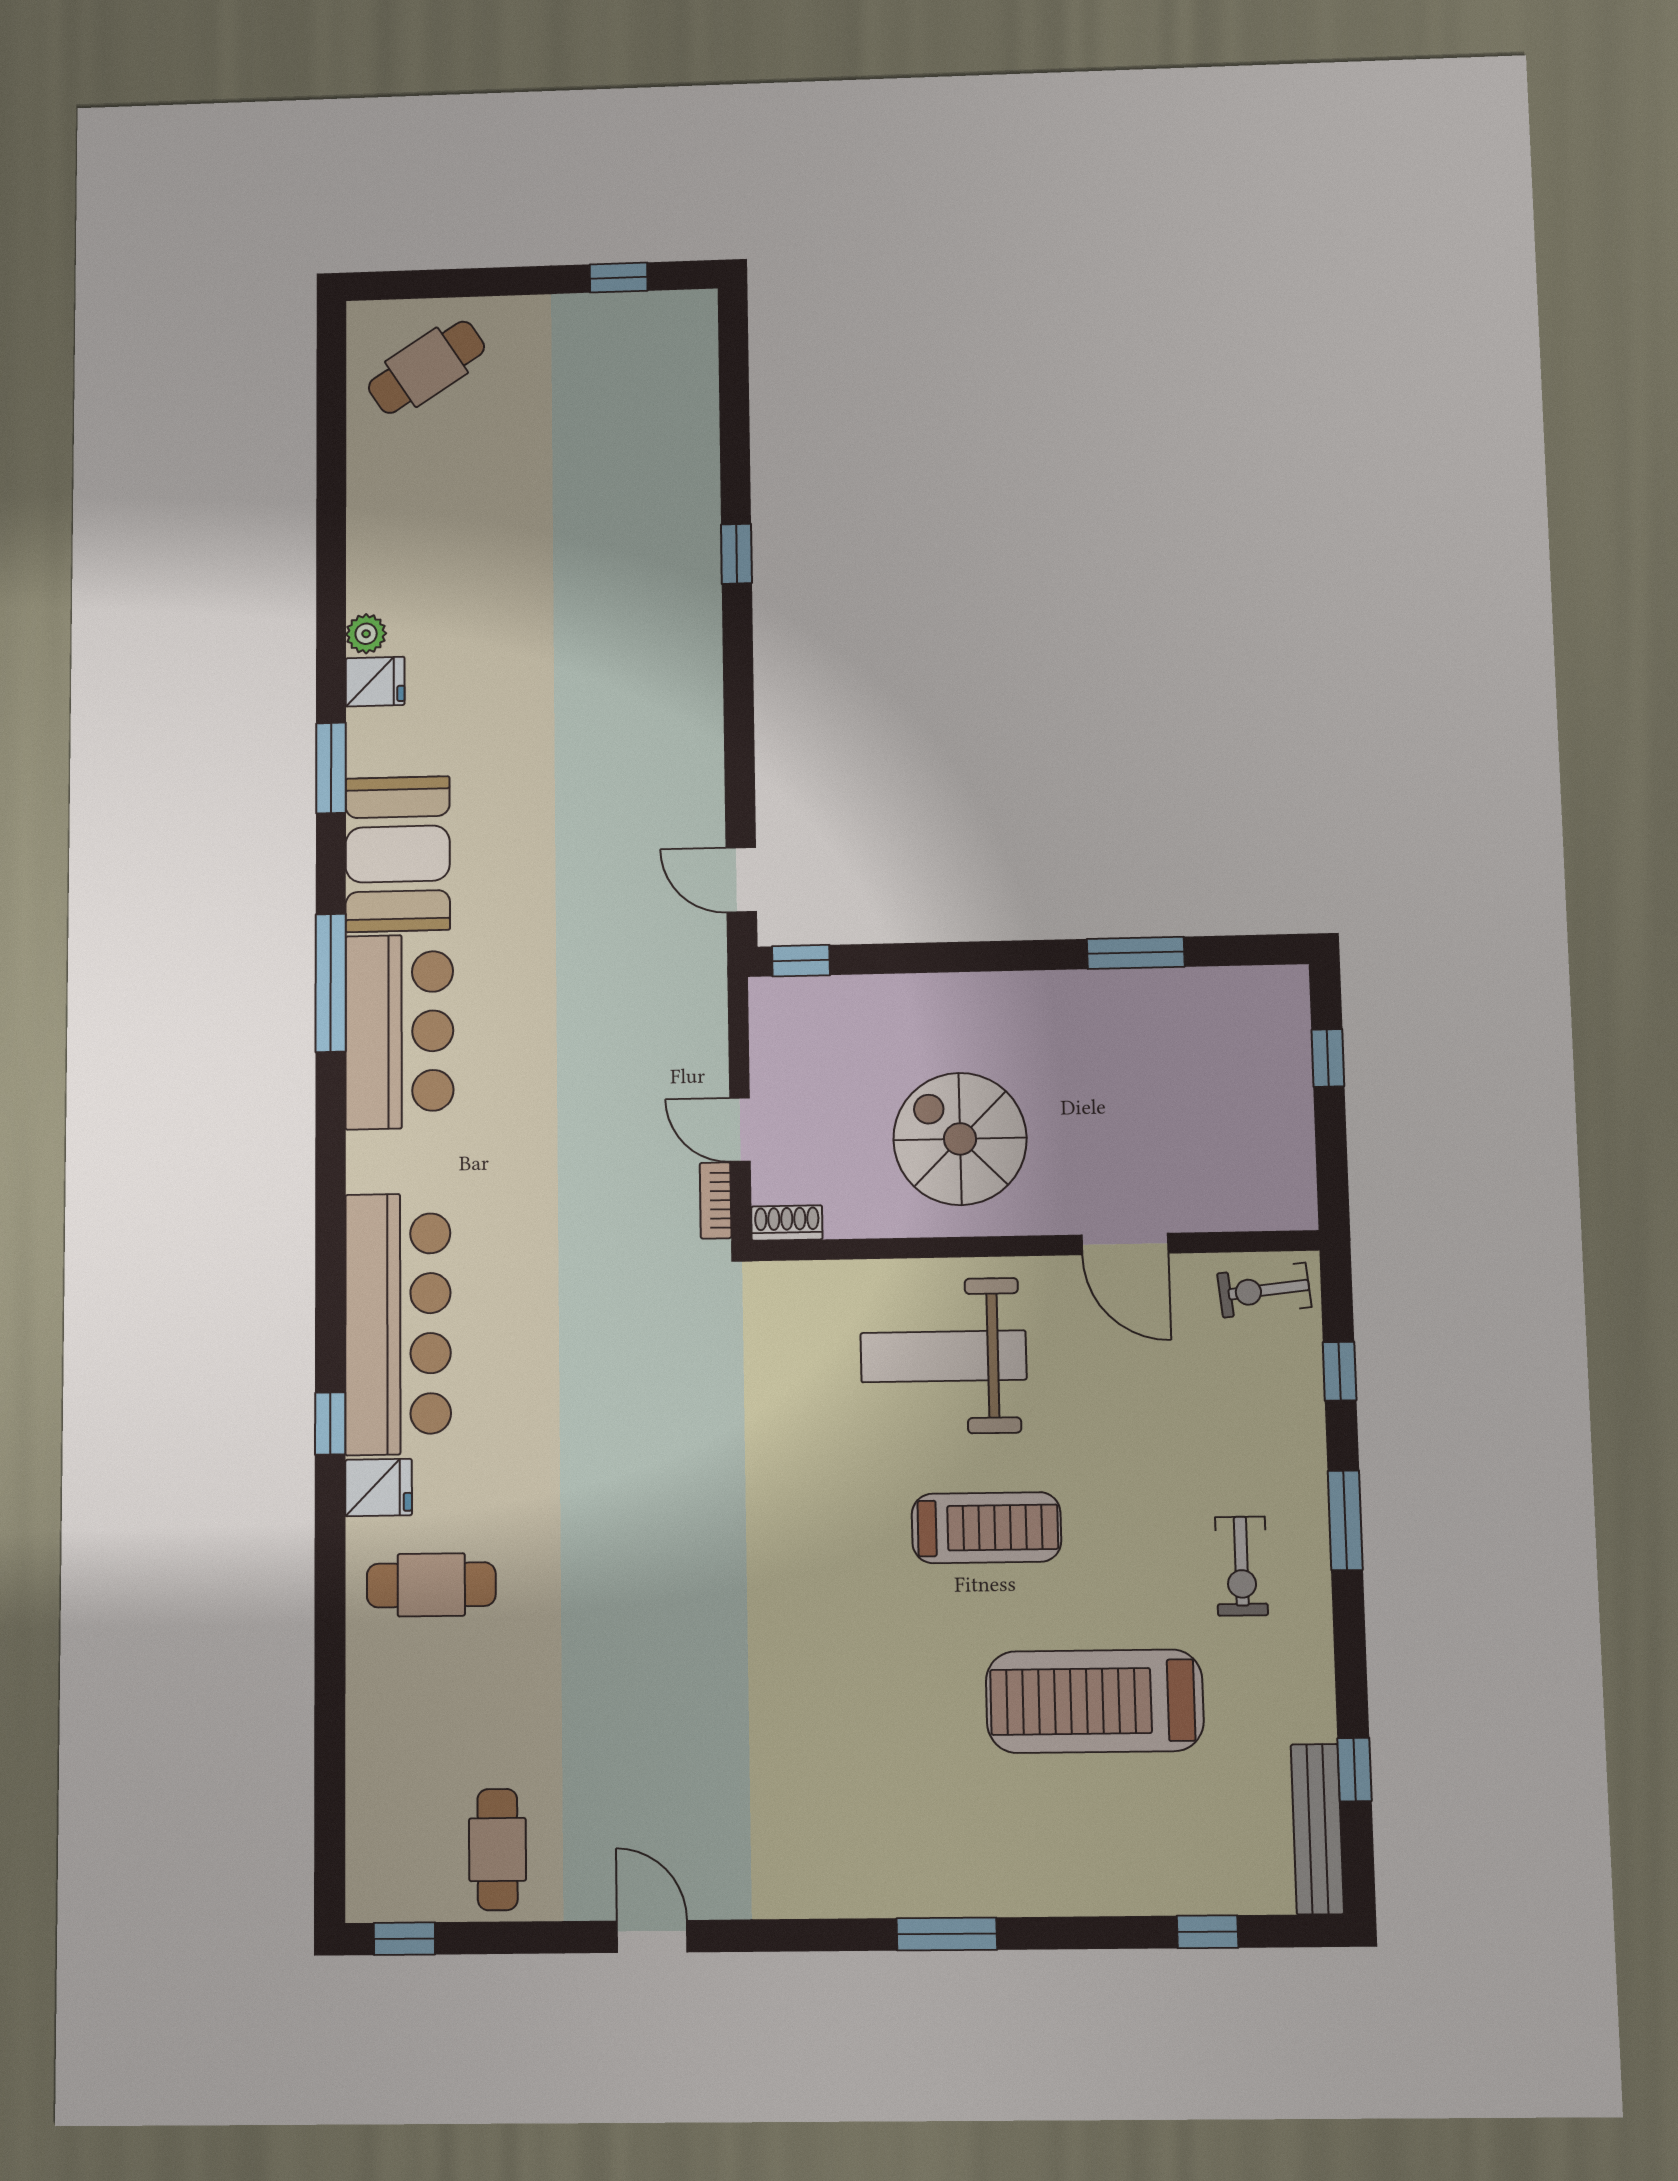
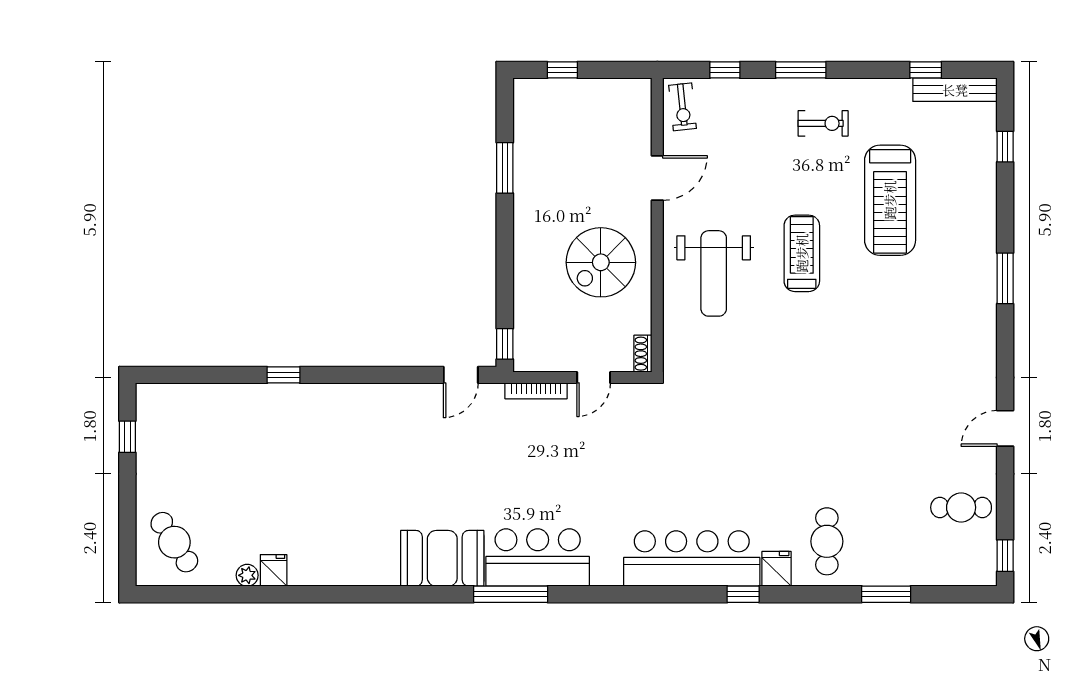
plant: (366, 634) -> (247, 575), moved
fridge: (375, 682) -> (274, 570), moved
window: (331, 768) -> (886, 594), moved
bookcase: (716, 1200) -> (536, 391), moved, width x1.56

